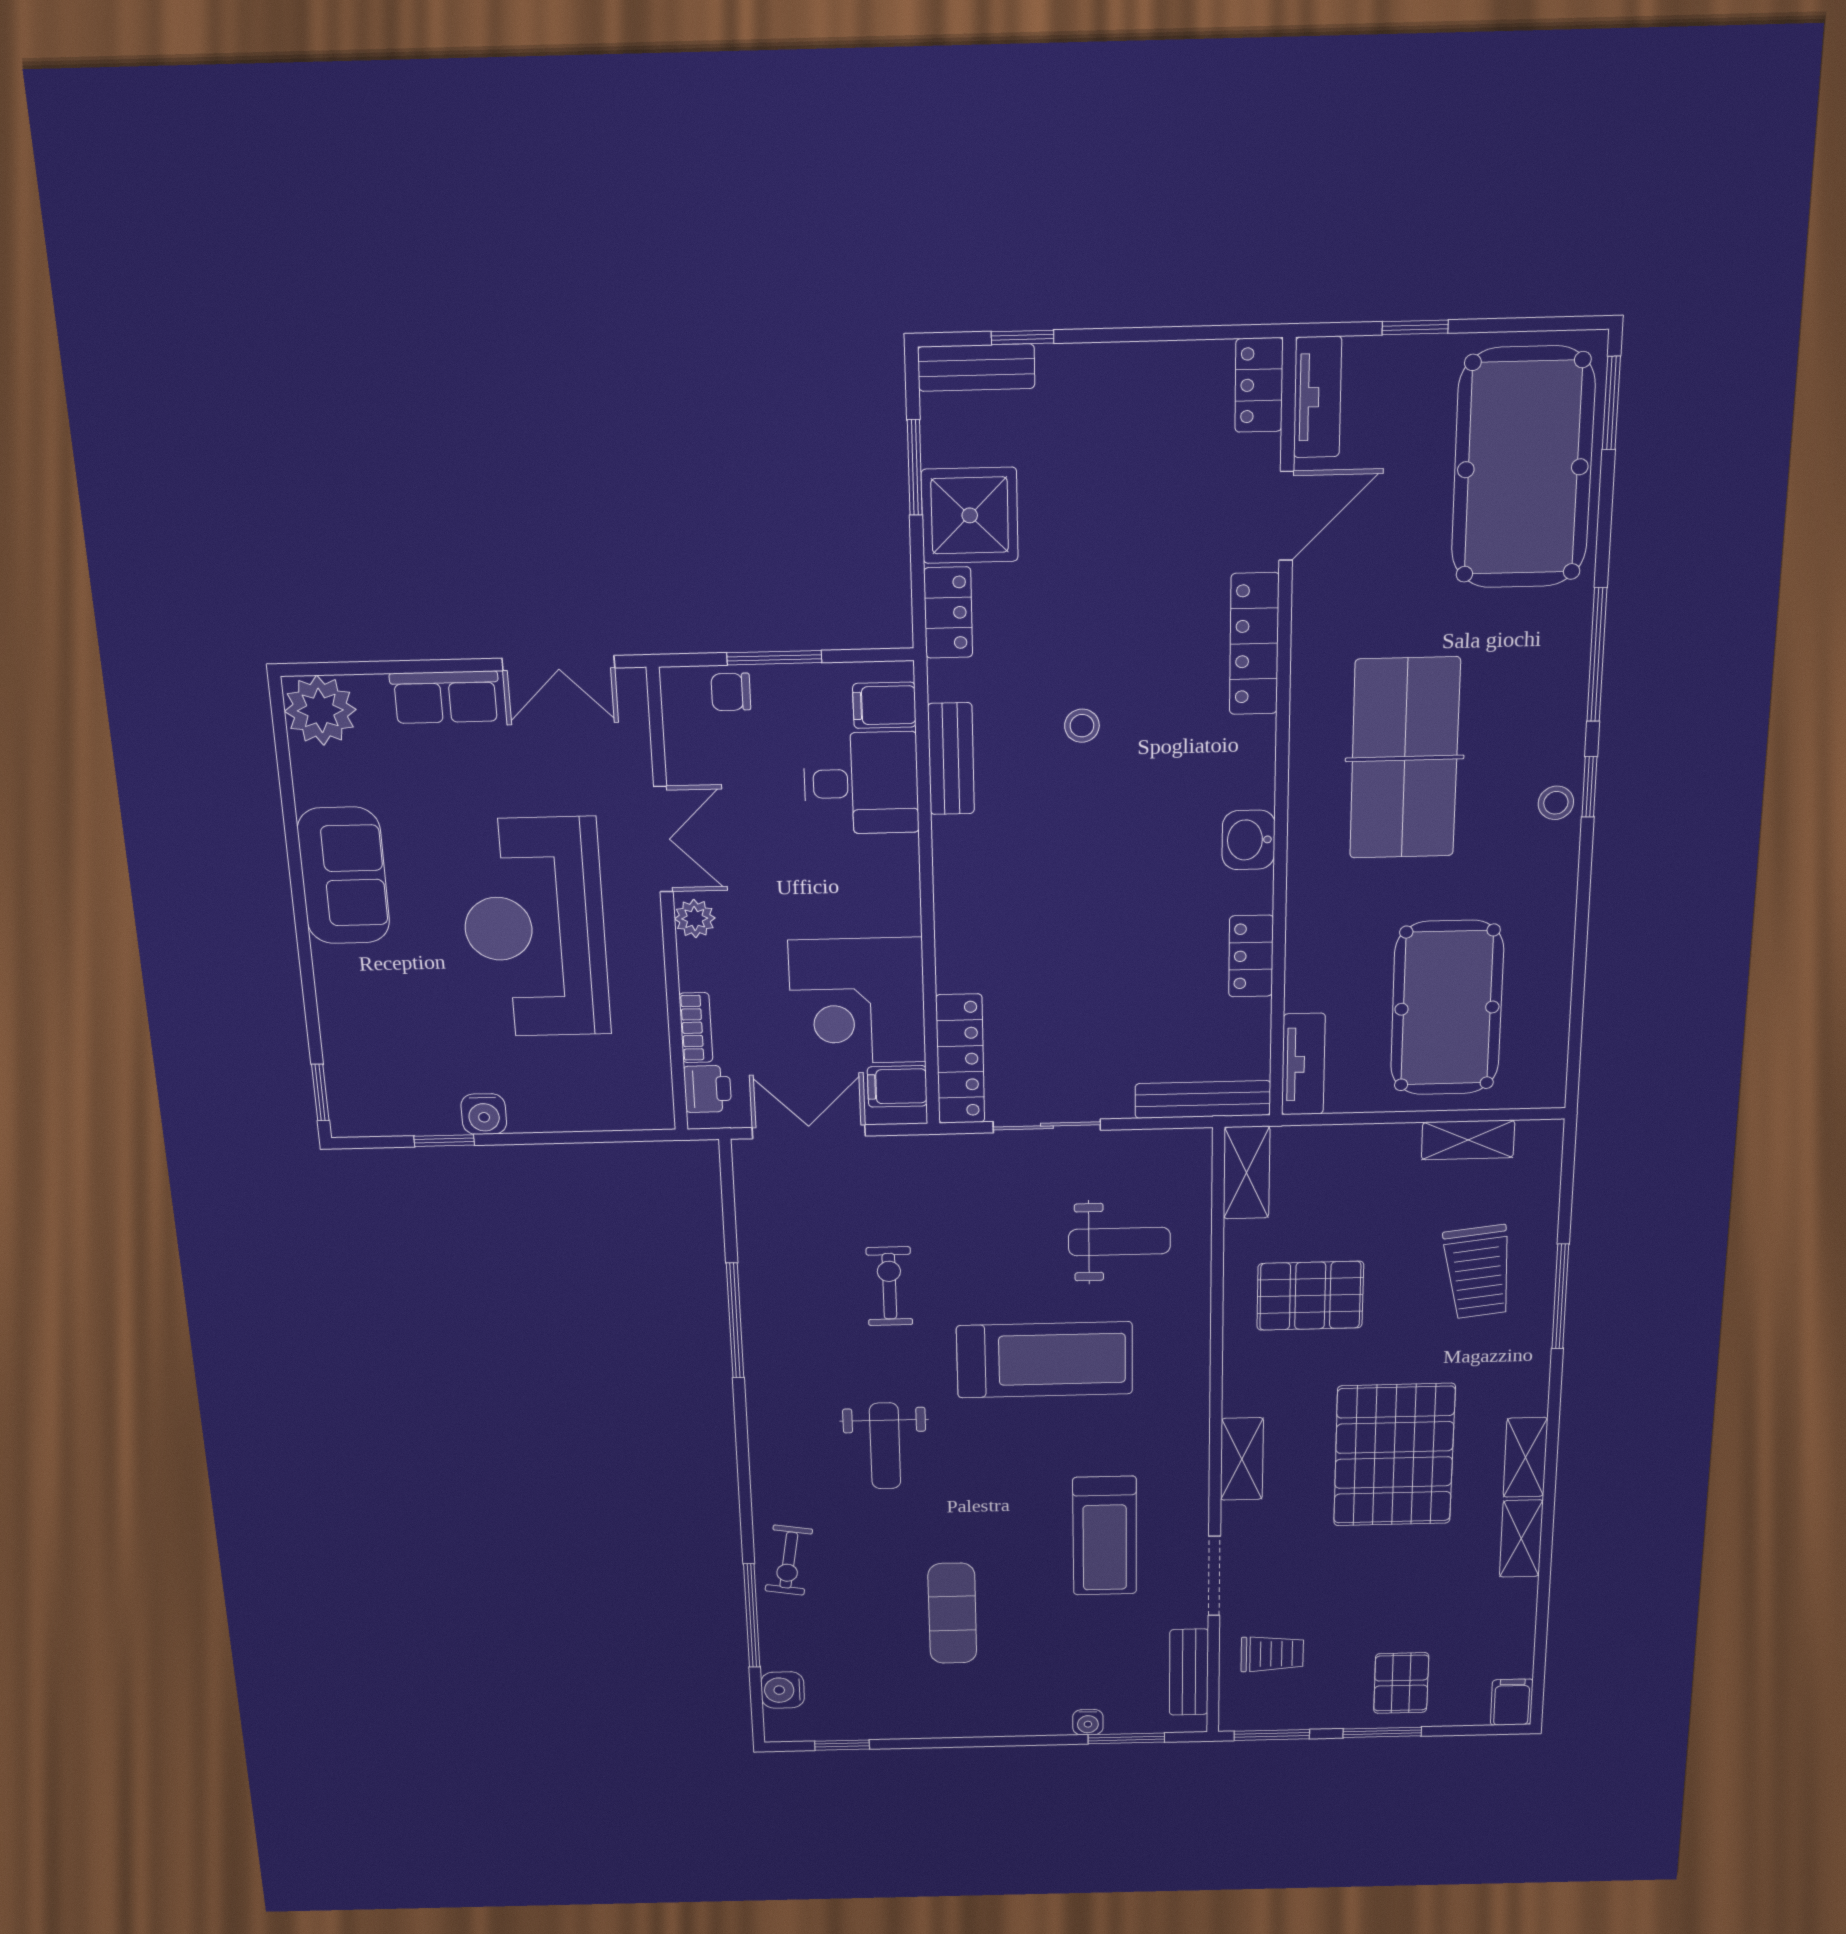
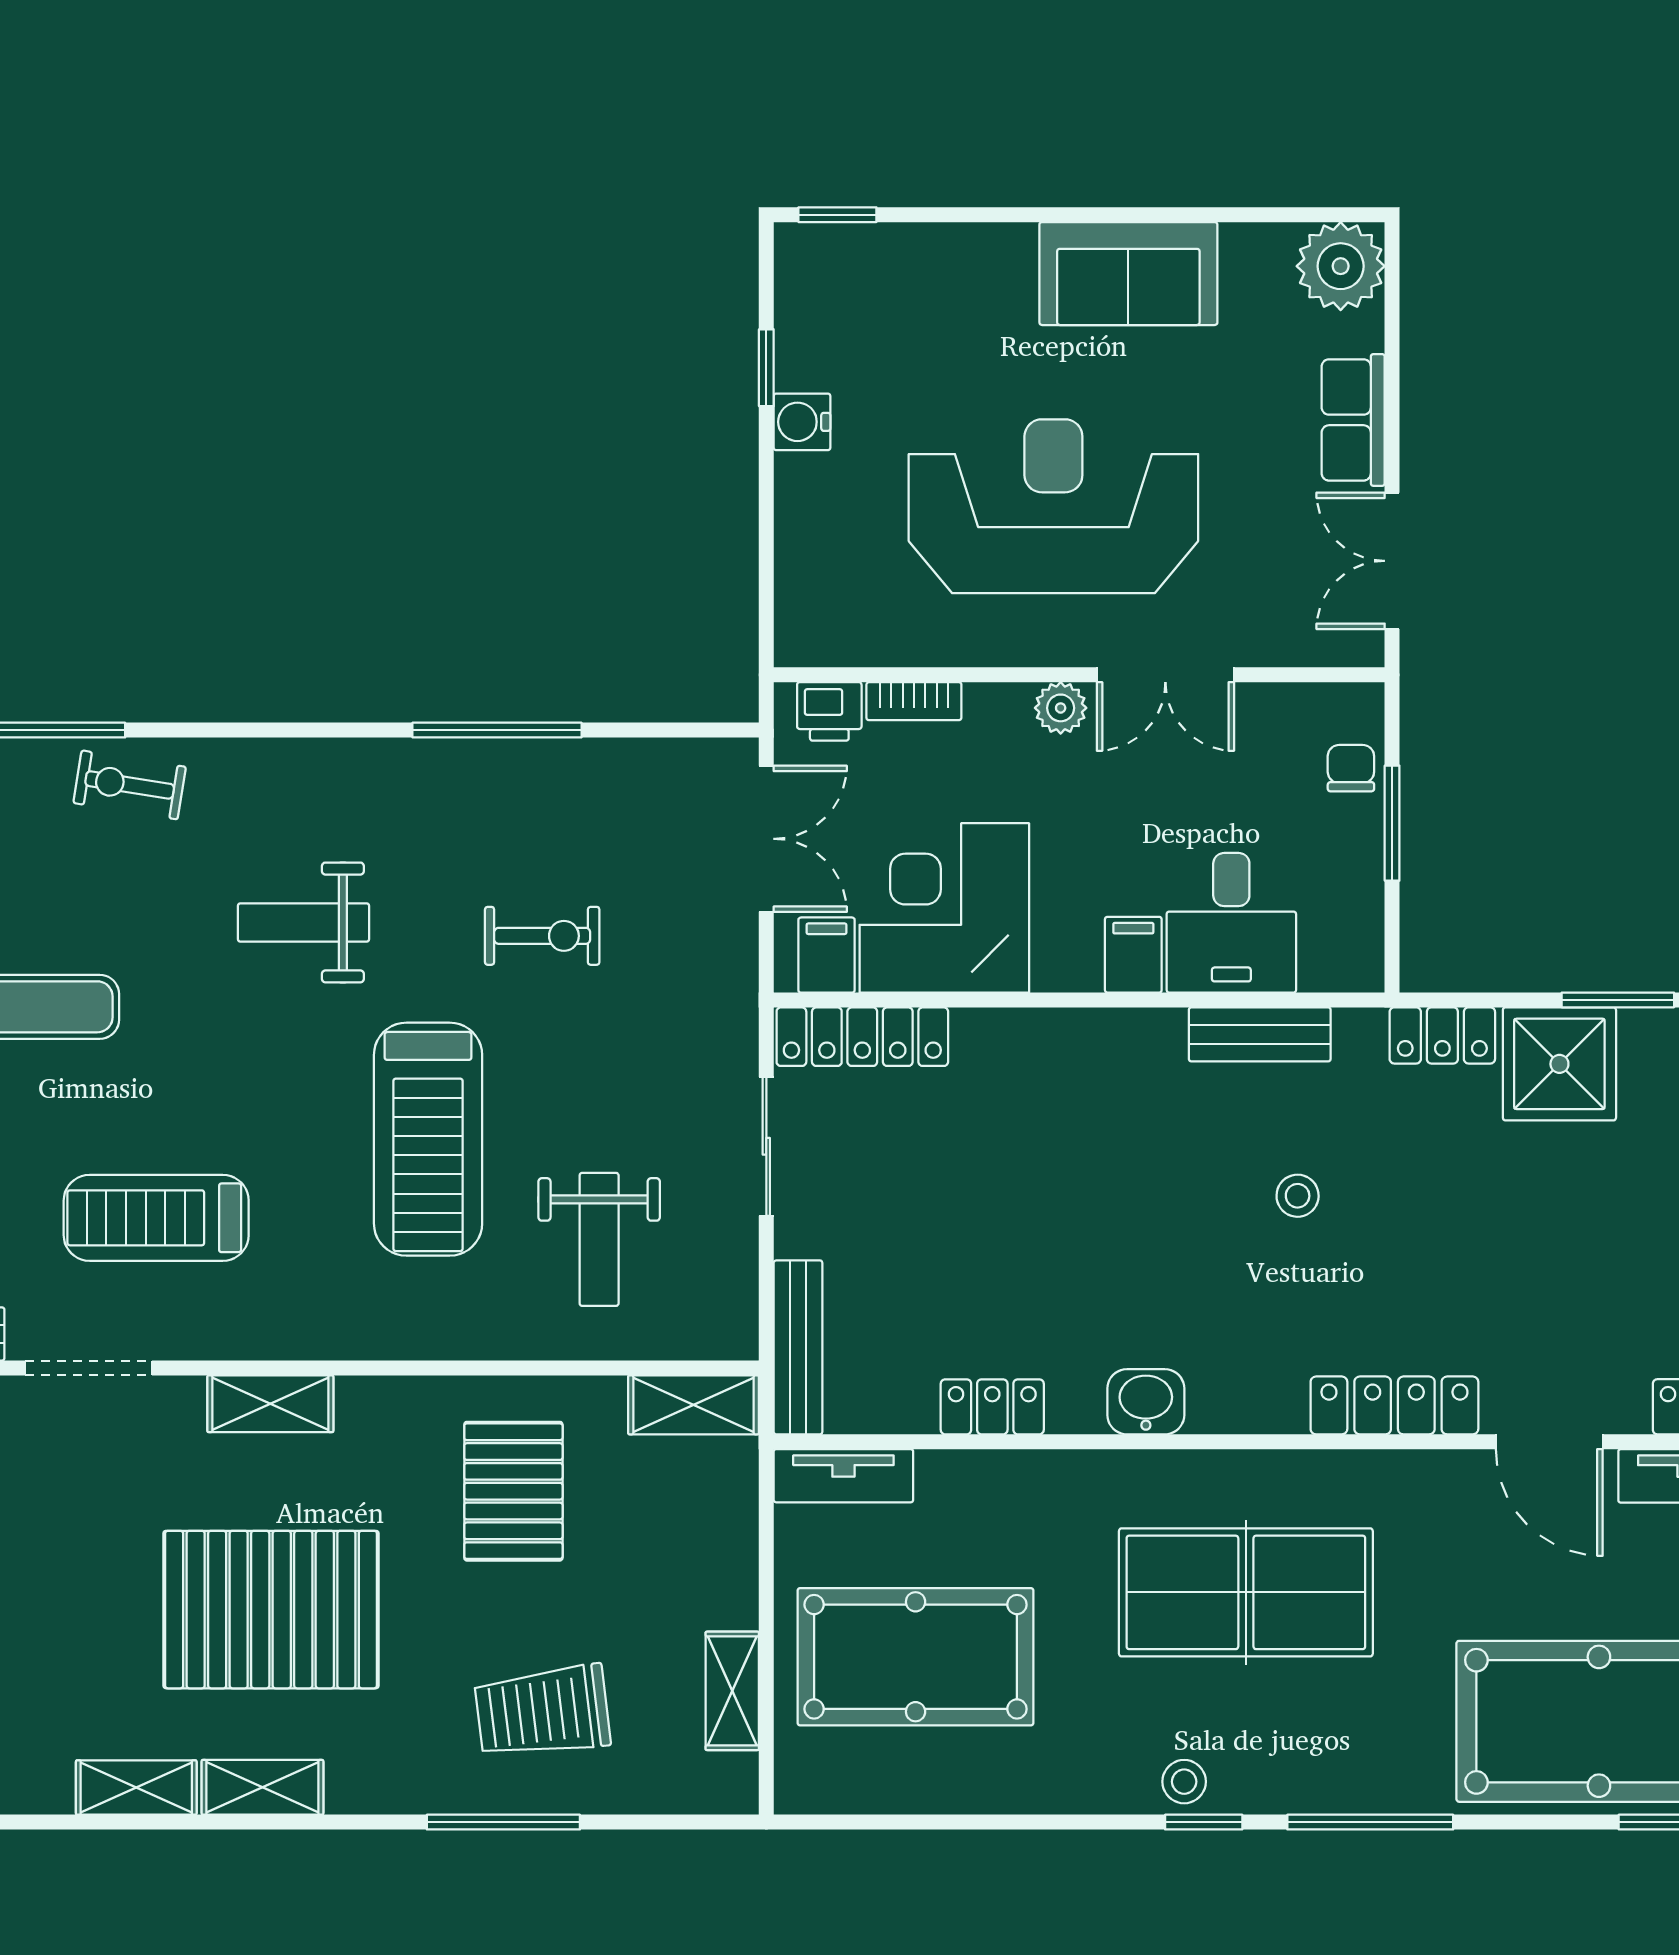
filing cabinet: (884, 705) -> (1133, 955), moved

